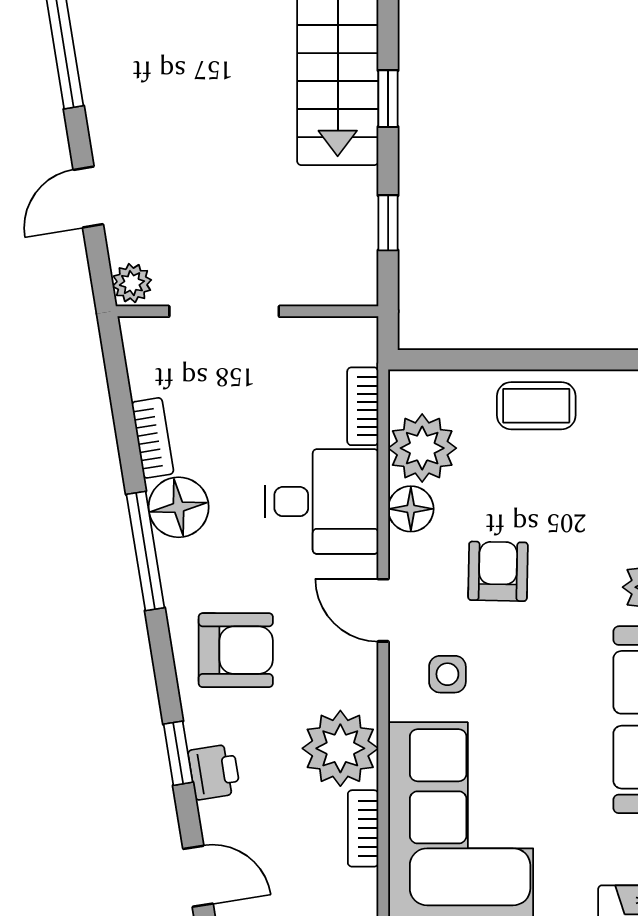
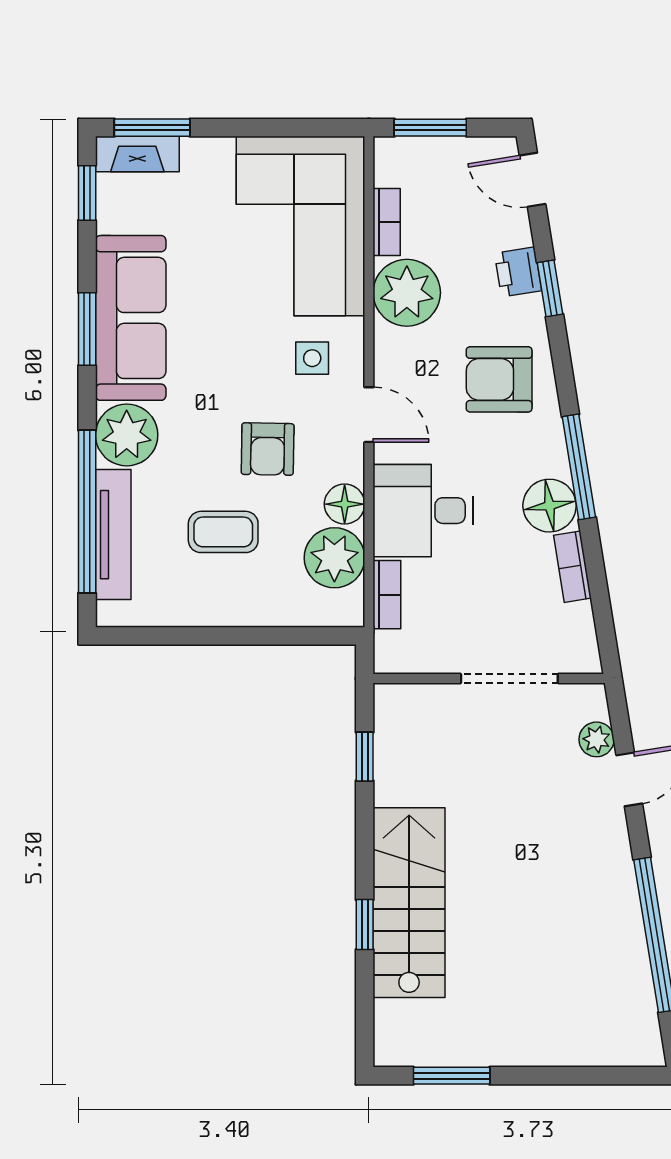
window: (388, 99) -> (365, 925), moved
plant: (132, 283) -> (597, 739), moved
coffee table: (536, 406) -> (223, 532), moved

